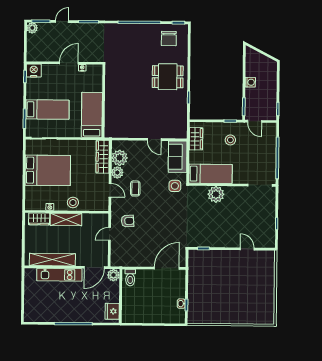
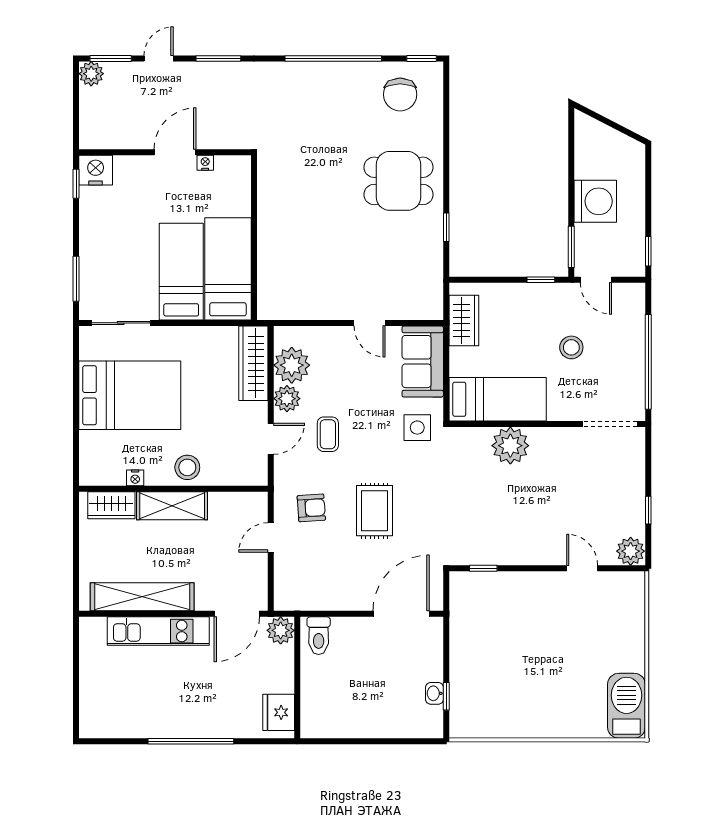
washing machine: (250, 82) -> (595, 201), width x1.89, depth x1.89
bed: (47, 109) -> (181, 272), moved, turned -90
stool: (230, 140) -> (571, 347), moved
door: (110, 190) -> (271, 439), hinge flipped
rug: (156, 223) -> (374, 511), added
plant: (269, 242) -> (631, 551), added
barbecue: (266, 310) -> (626, 706), added

